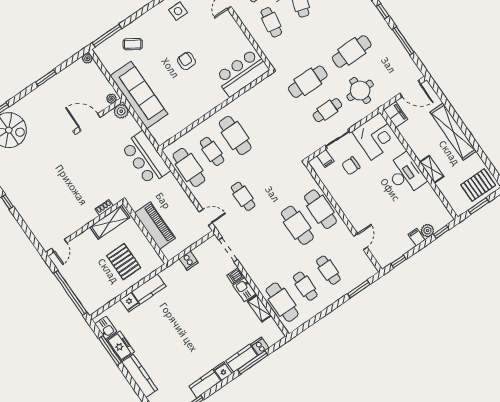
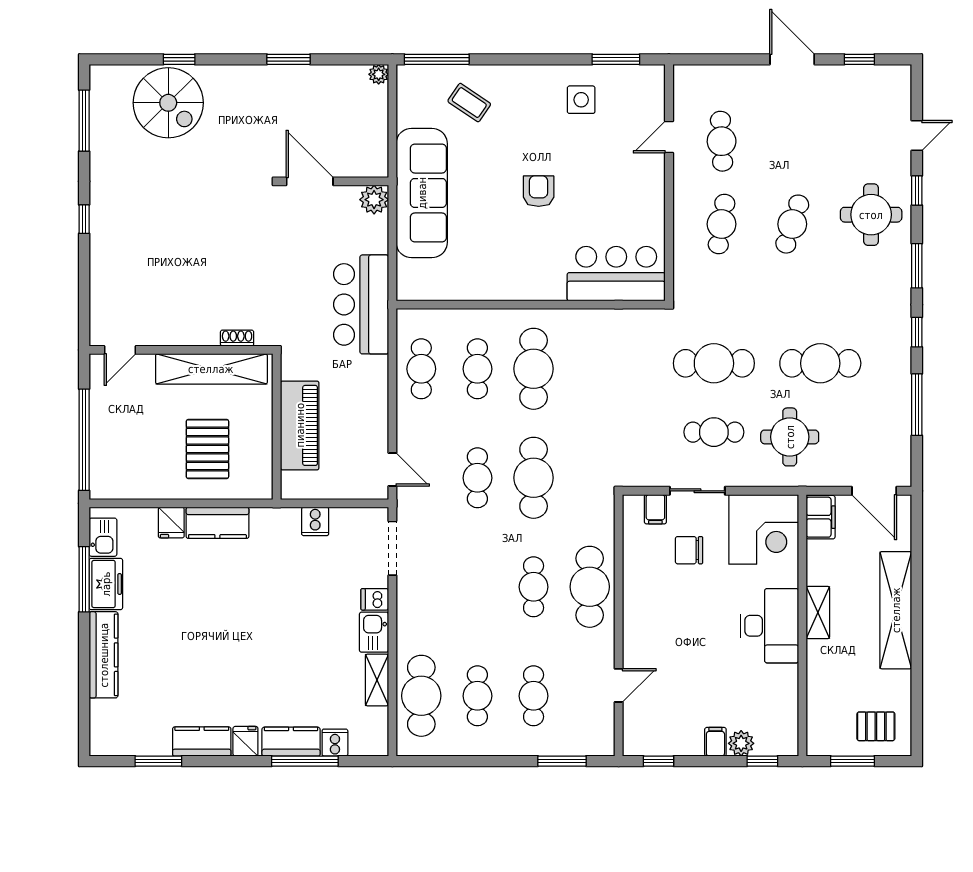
plant: (111, 99) -> (373, 168), removed
cafe table: (189, 167) -> (421, 369), width x0.73, depth x0.74
shelving: (432, 169) -> (818, 613), moved
cafe table: (266, 180) -> (534, 478), added
pallet: (478, 185) -> (876, 726), width x0.67, depth x0.71
shelving: (110, 222) -> (211, 369), width x1.47
cafe table: (297, 225) -> (534, 587), width x0.73, depth x0.74

